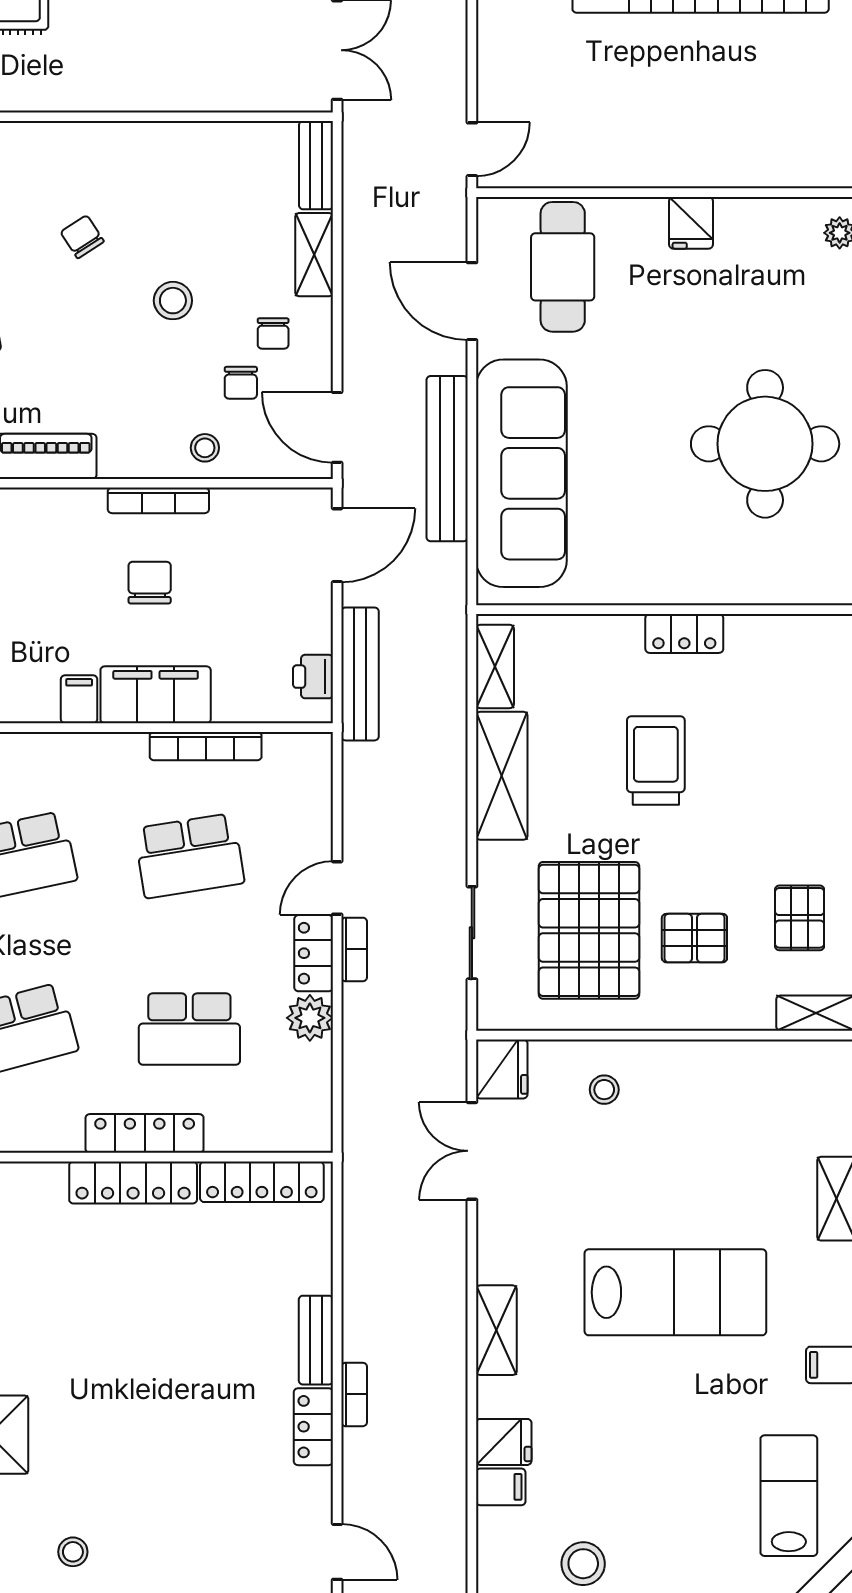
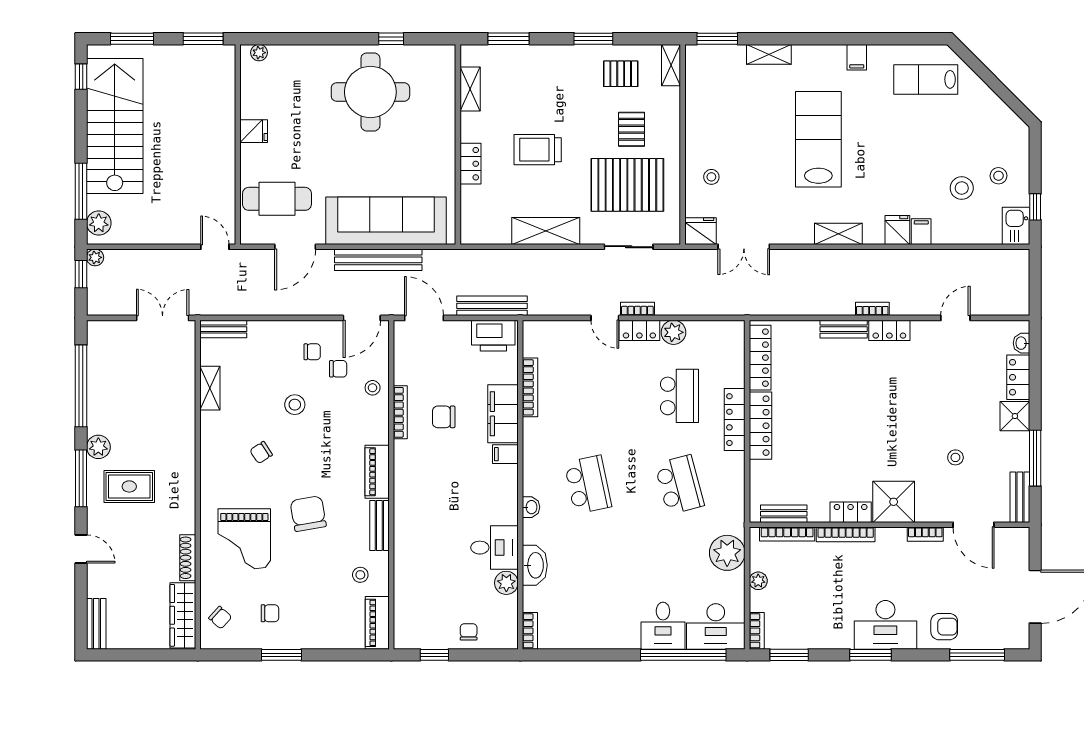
shelving: (314, 255) -> (210, 388), moved, turned 90
locker: (684, 633) -> (471, 164), moved
shelving: (495, 666) -> (470, 89), moved, turned 90
printer: (313, 677) -> (493, 336), width x1.87, depth x1.48
school desk: (189, 856) -> (588, 396), removed

